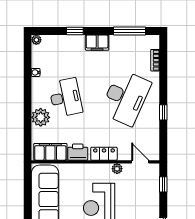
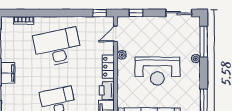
desk: (125, 98) -> (58, 47), turned -36
window: (163, 112) -> (99, 13), moved

